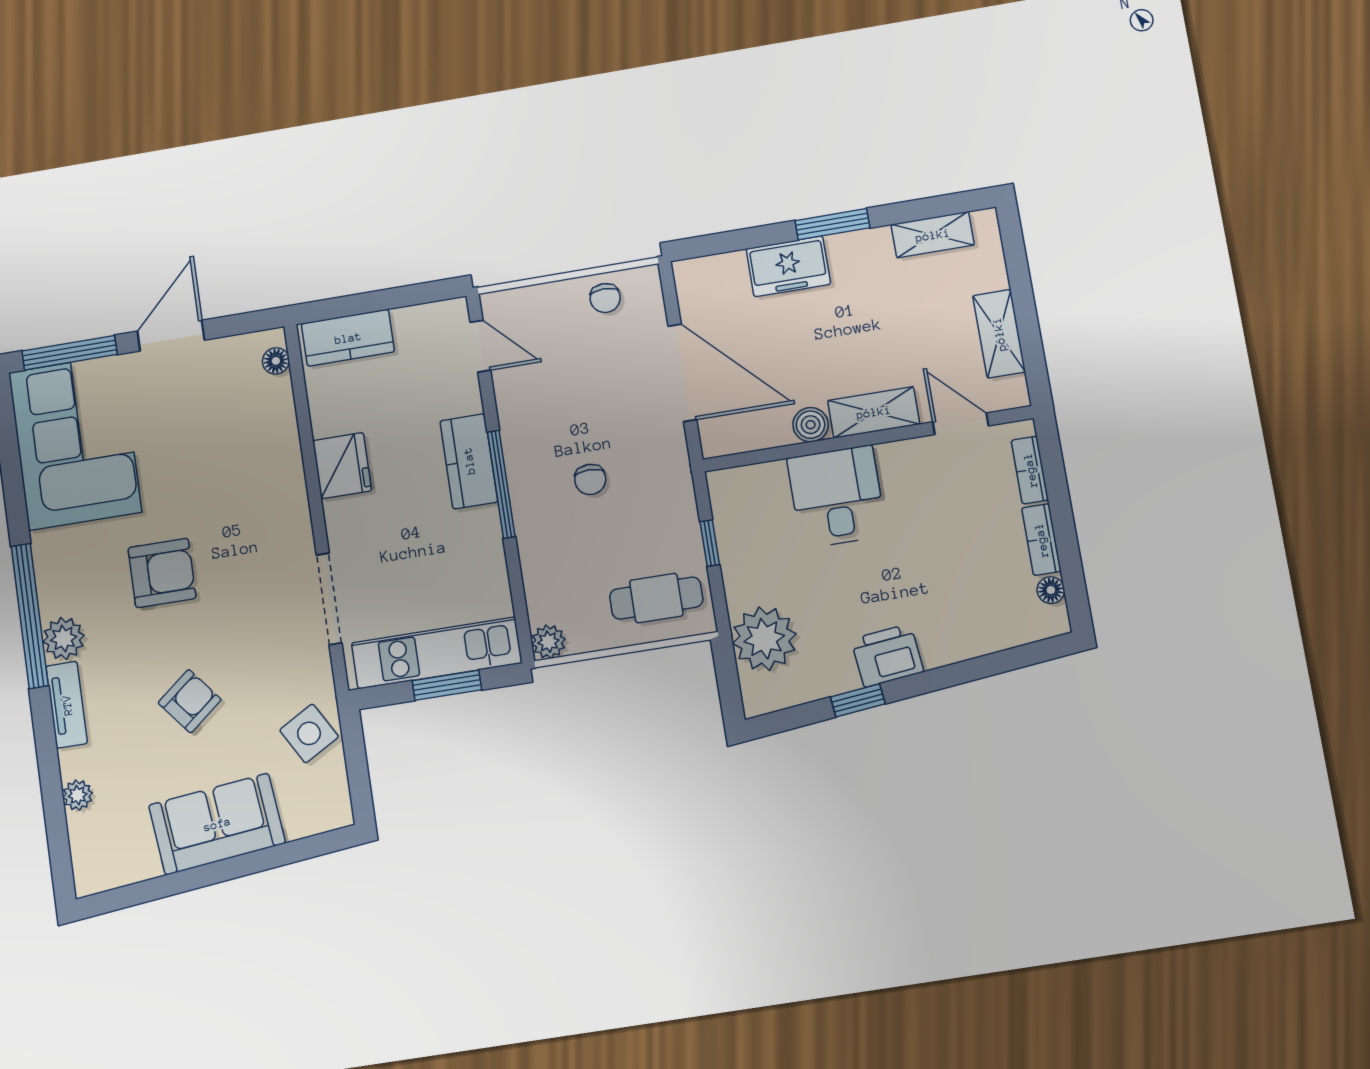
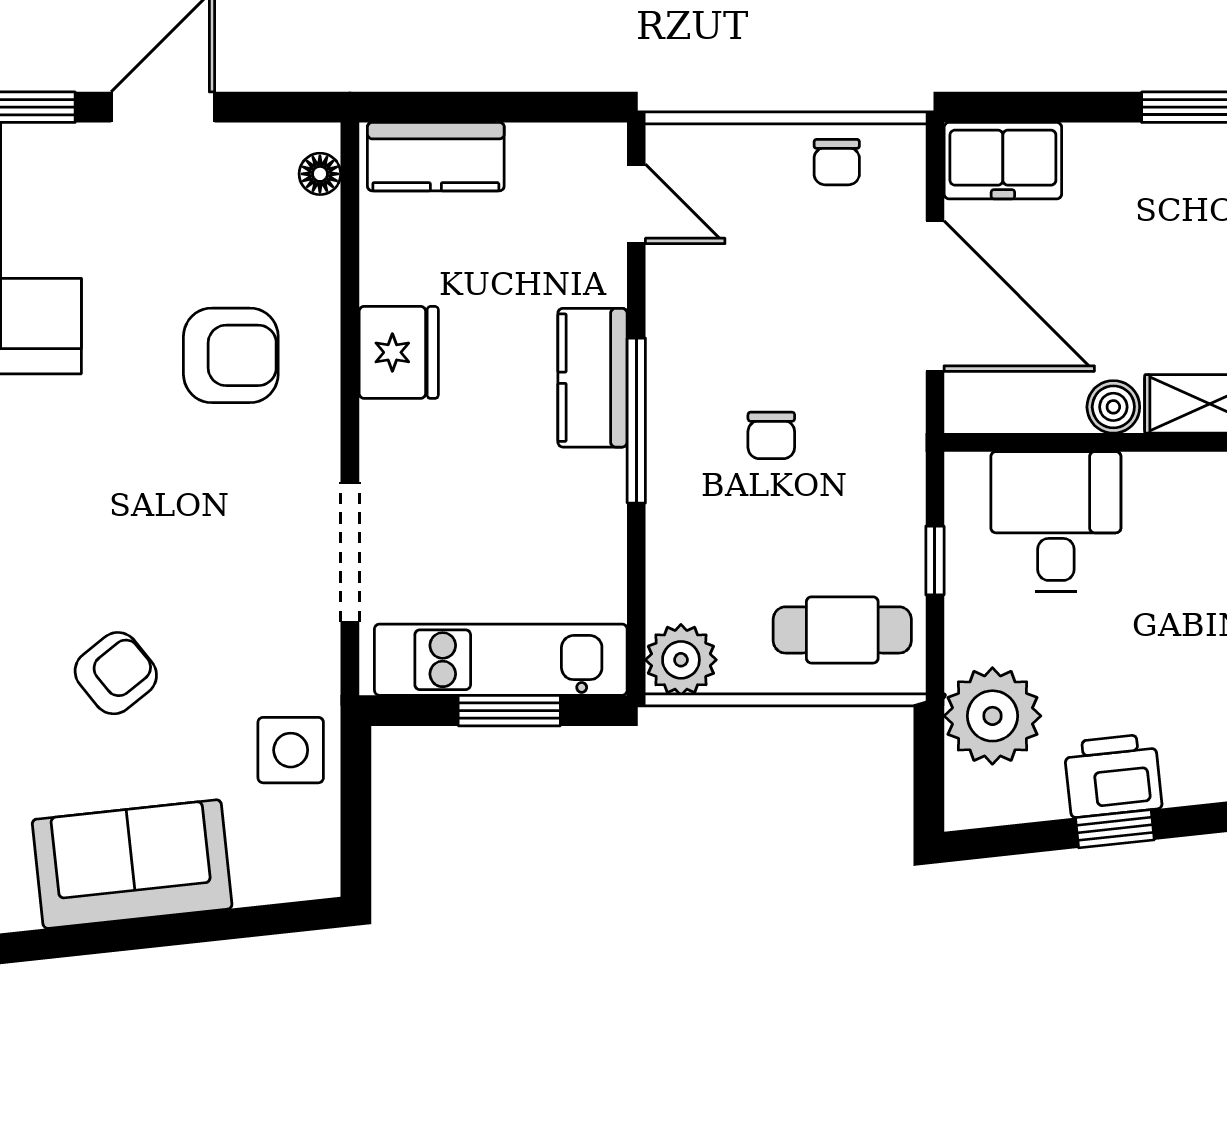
freezer: (788, 266) -> (1003, 161), moved
desk: (837, 497) -> (1056, 522), moved
armchair: (162, 573) -> (231, 355), moved
plant: (548, 642) -> (681, 660), width x1.38, depth x1.38
printer: (887, 655) -> (1113, 776), moved
side table: (309, 733) -> (291, 750), turned 30

